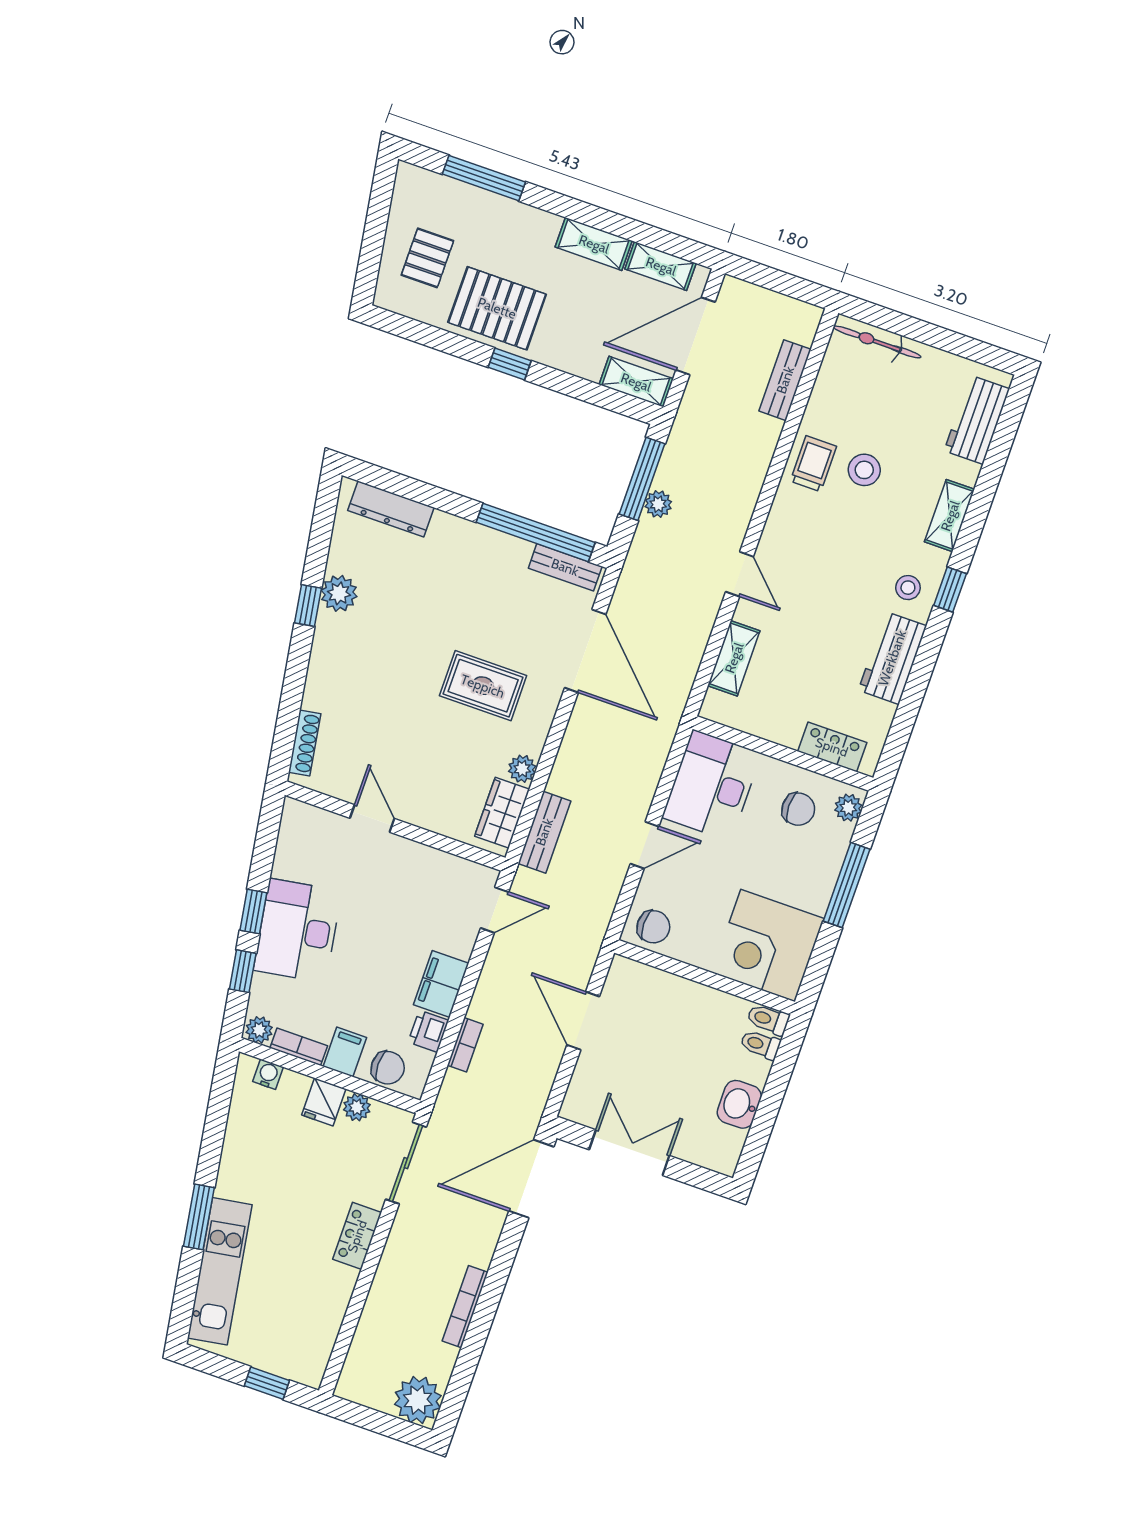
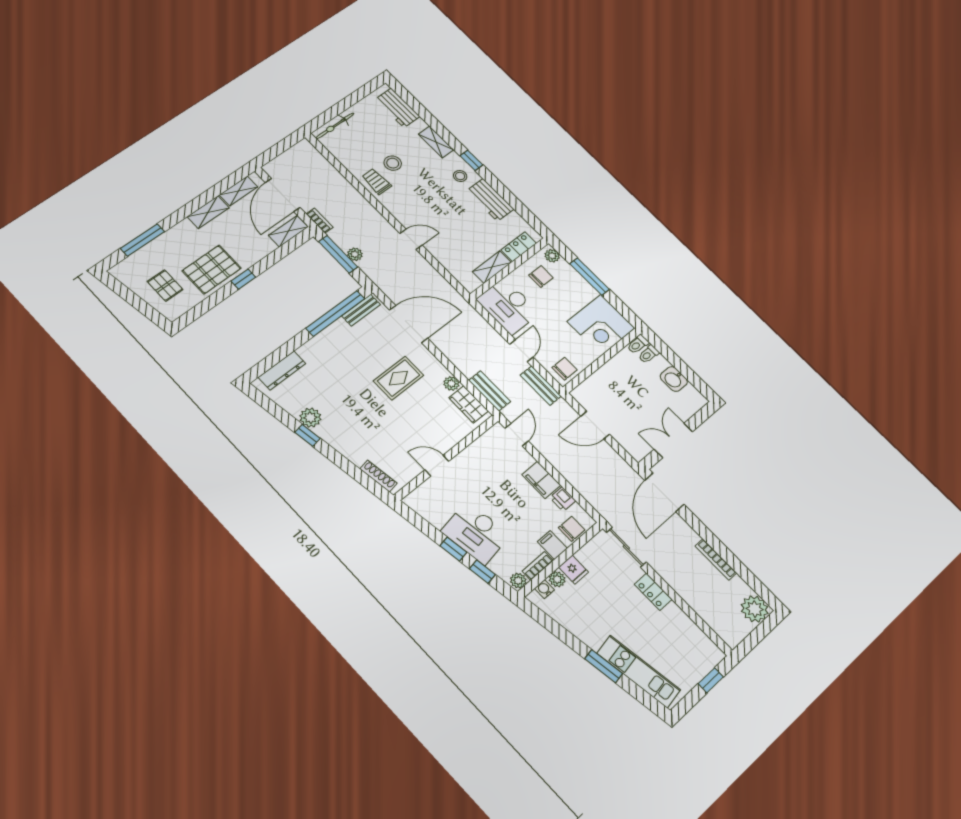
bench: (785, 380) -> (541, 386), moved
shelving: (734, 658) -> (492, 267), moved, turned 90
bookcase: (465, 1045) -> (319, 221), moved
plant: (357, 1107) -> (557, 579), moved

